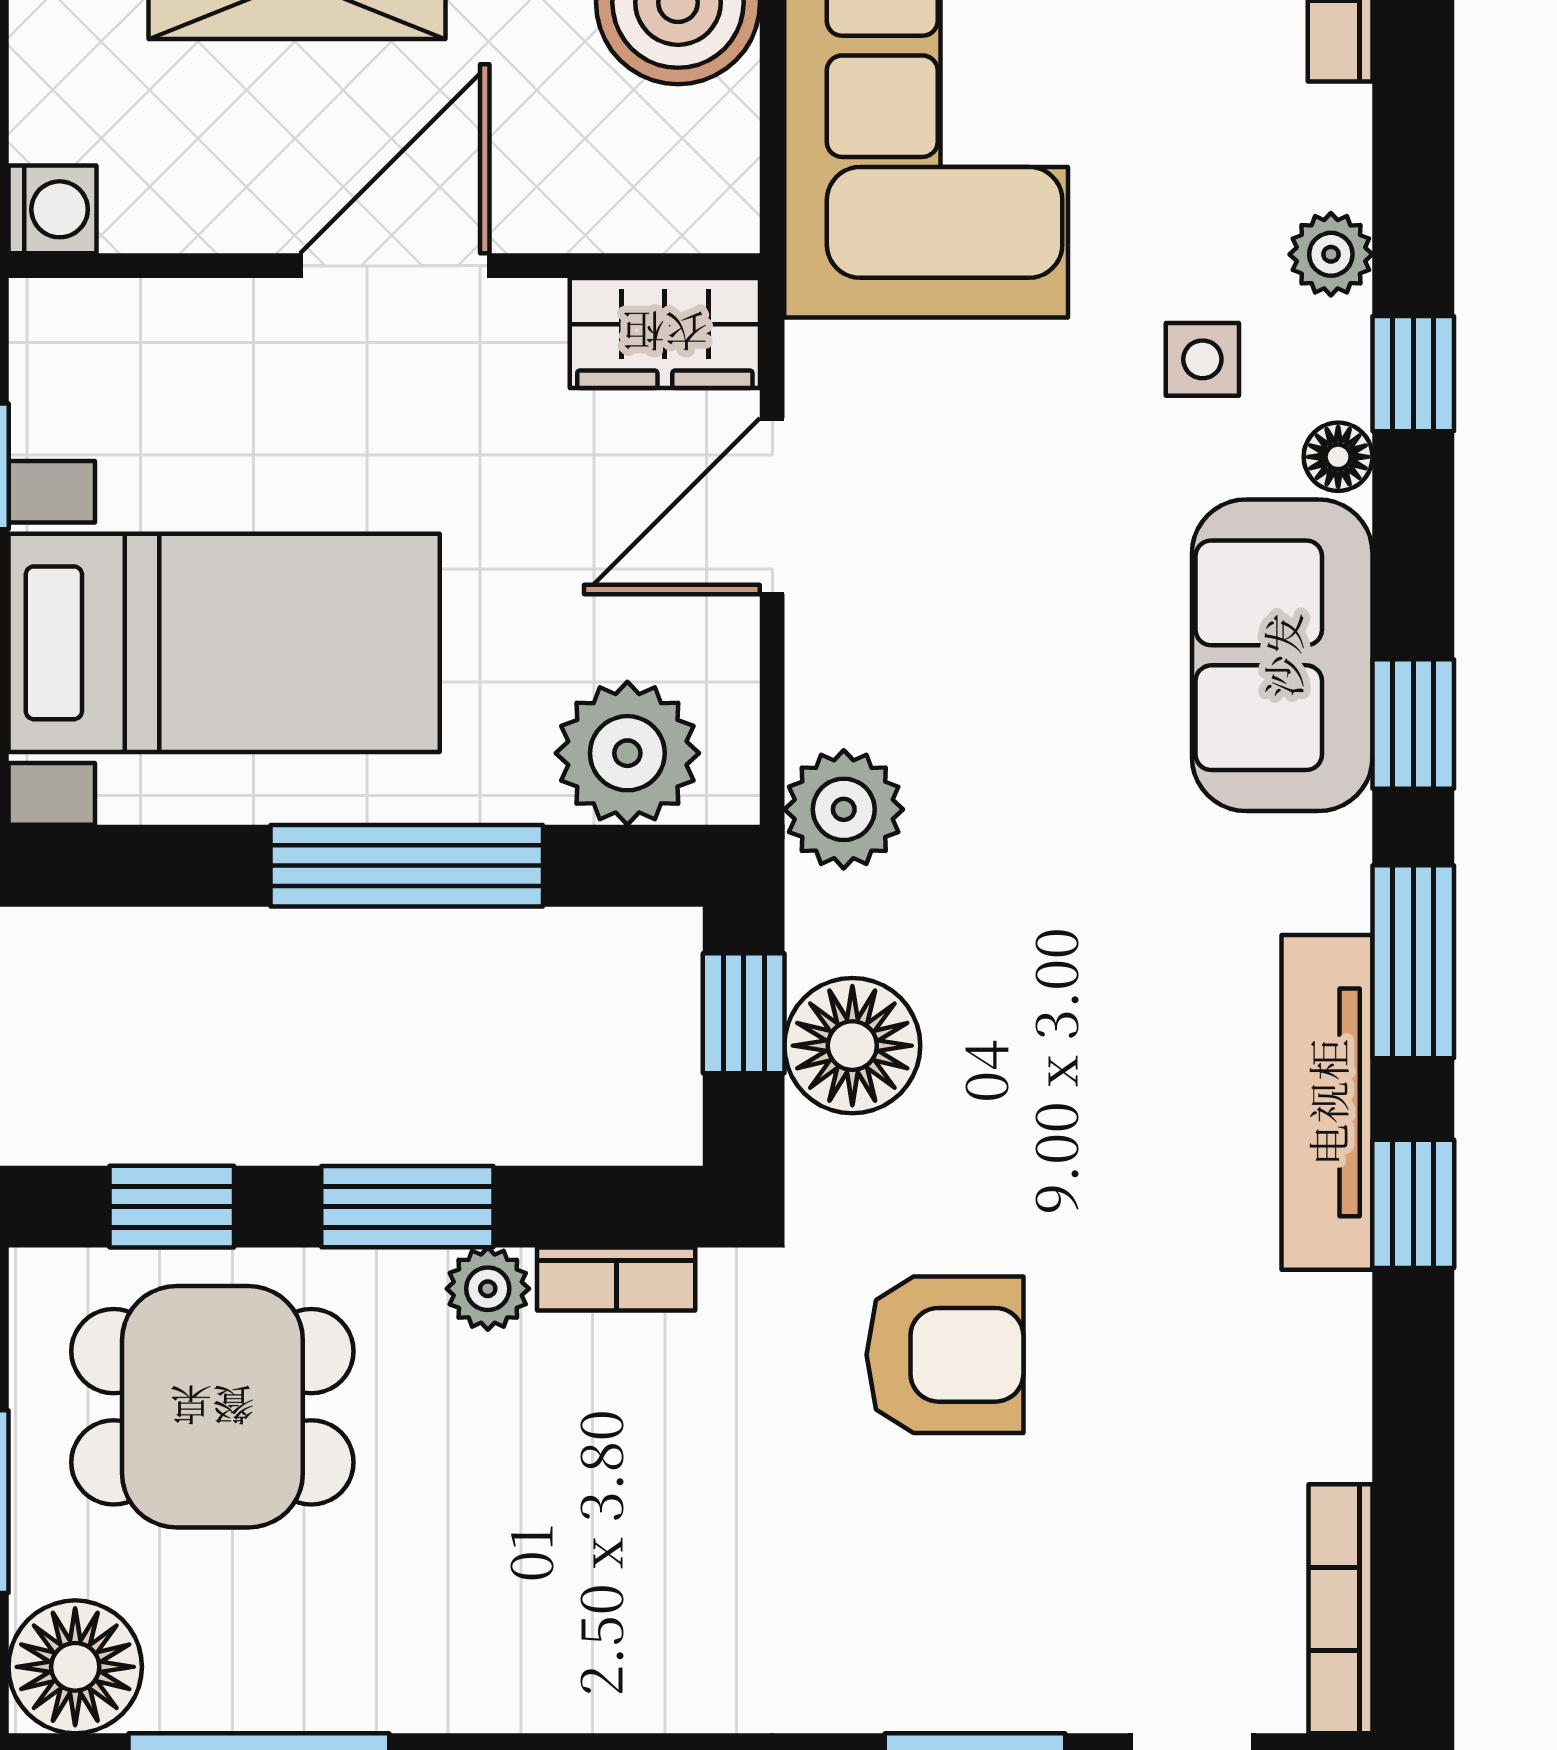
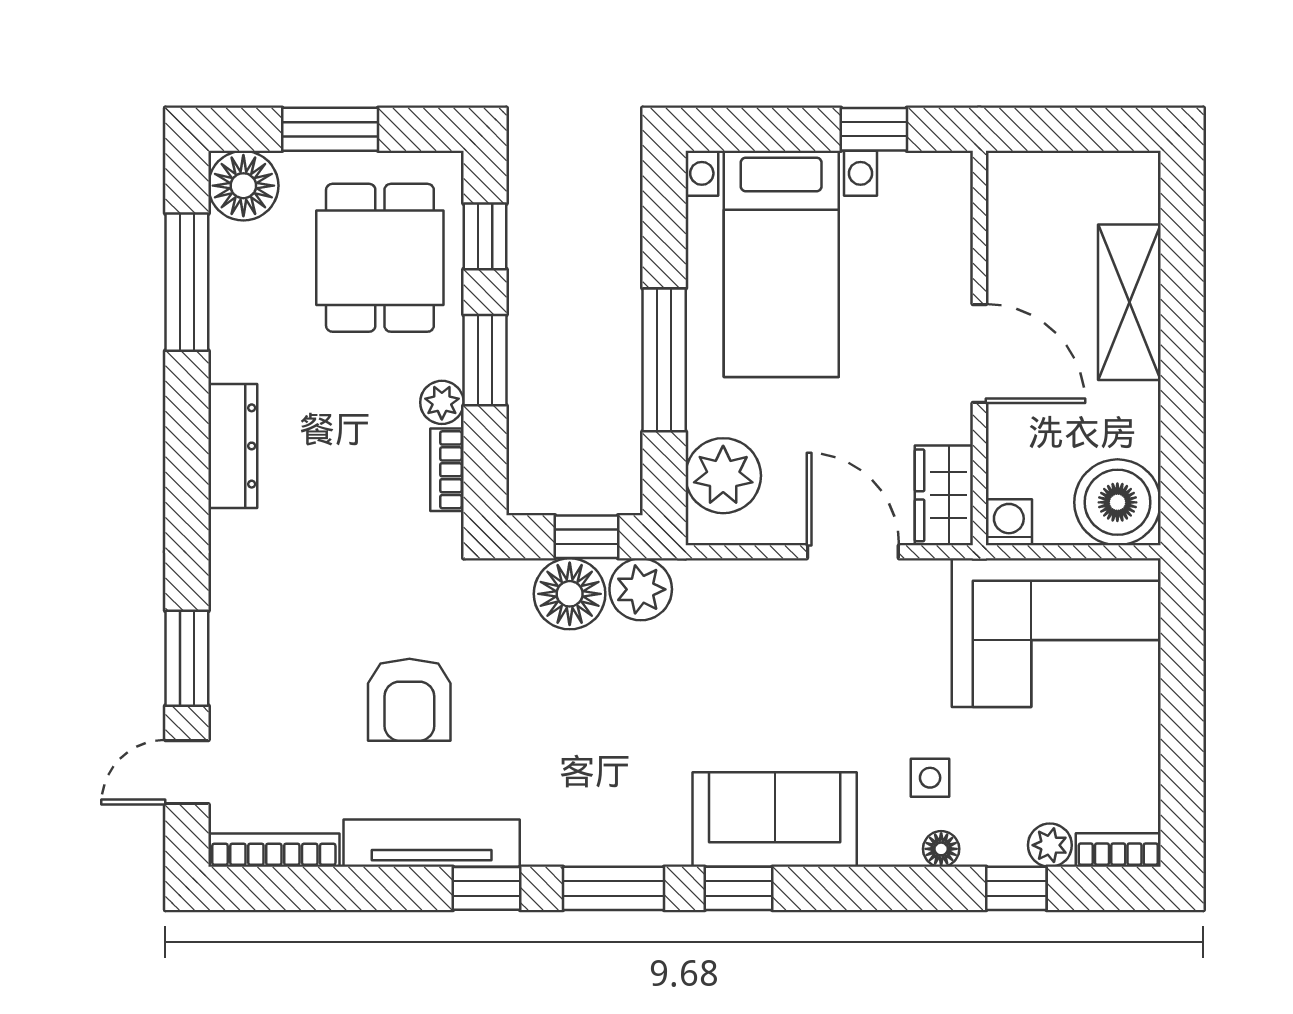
washing machine: (53, 209) -> (1009, 522), moved, turned 180
plant: (1331, 254) -> (1050, 845), moved
window: (1413, 374) -> (1016, 888), moved
floor lamp: (1338, 457) -> (941, 849), moved
plant: (844, 809) -> (641, 589), moved
tv unit: (1327, 1102) -> (432, 843), moved
armchair: (945, 1355) -> (409, 700), moved
dresser: (571, 1687) -> (233, 446), added

